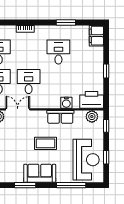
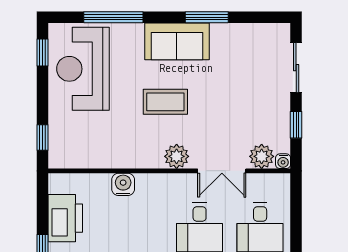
printer: (92, 100) -> (65, 218), moved, turned -90
row of seats: (60, 117) -> (135, 156), removed
plant: (92, 117) -> (177, 156), moved
window: (106, 157) -> (43, 53), moved

